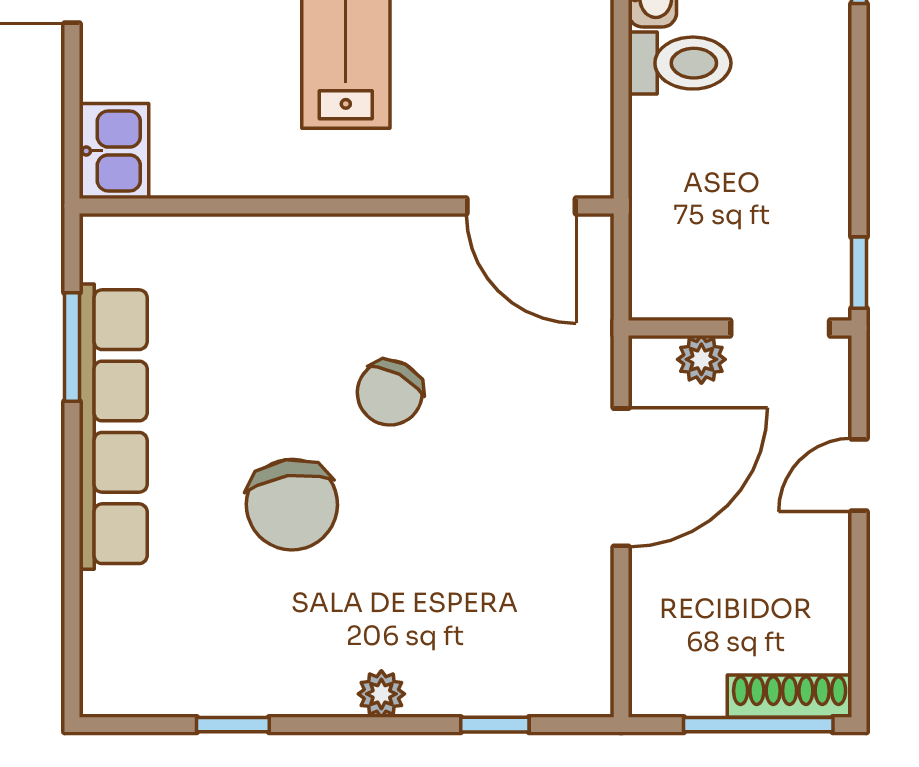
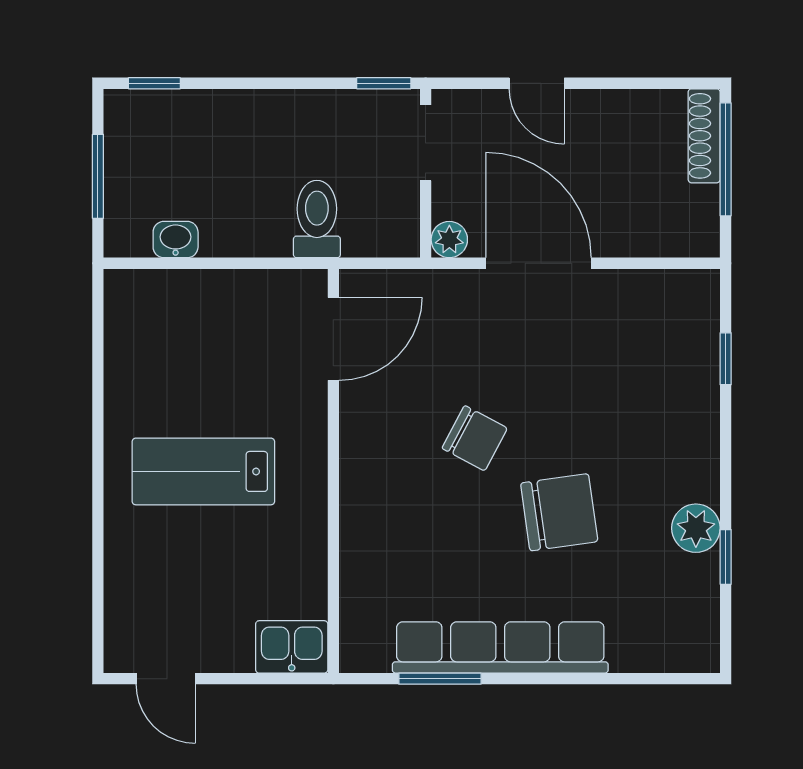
toilet: (680, 63) -> (317, 219), moved
plant: (701, 359) -> (449, 240), moved
plant: (381, 694) -> (696, 528), moved, width x1.38, depth x1.38

